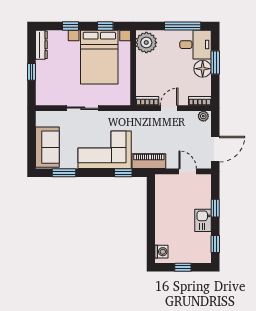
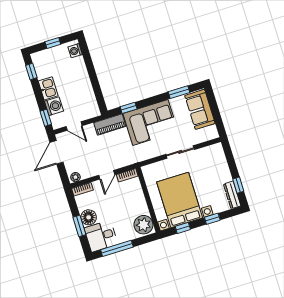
window: (32, 72) -> (238, 185), moved
washing machine: (203, 199) -> (54, 106), added
window: (215, 208) -> (46, 118), moved

